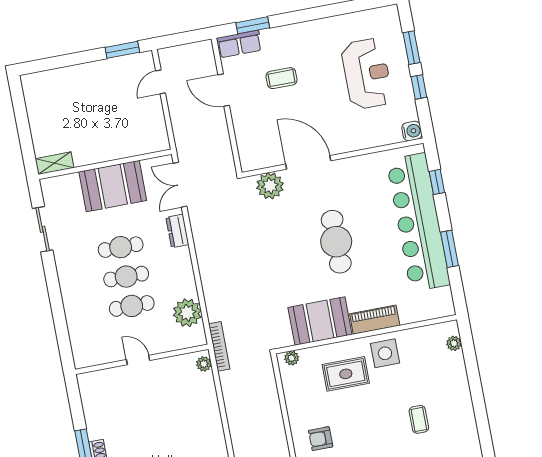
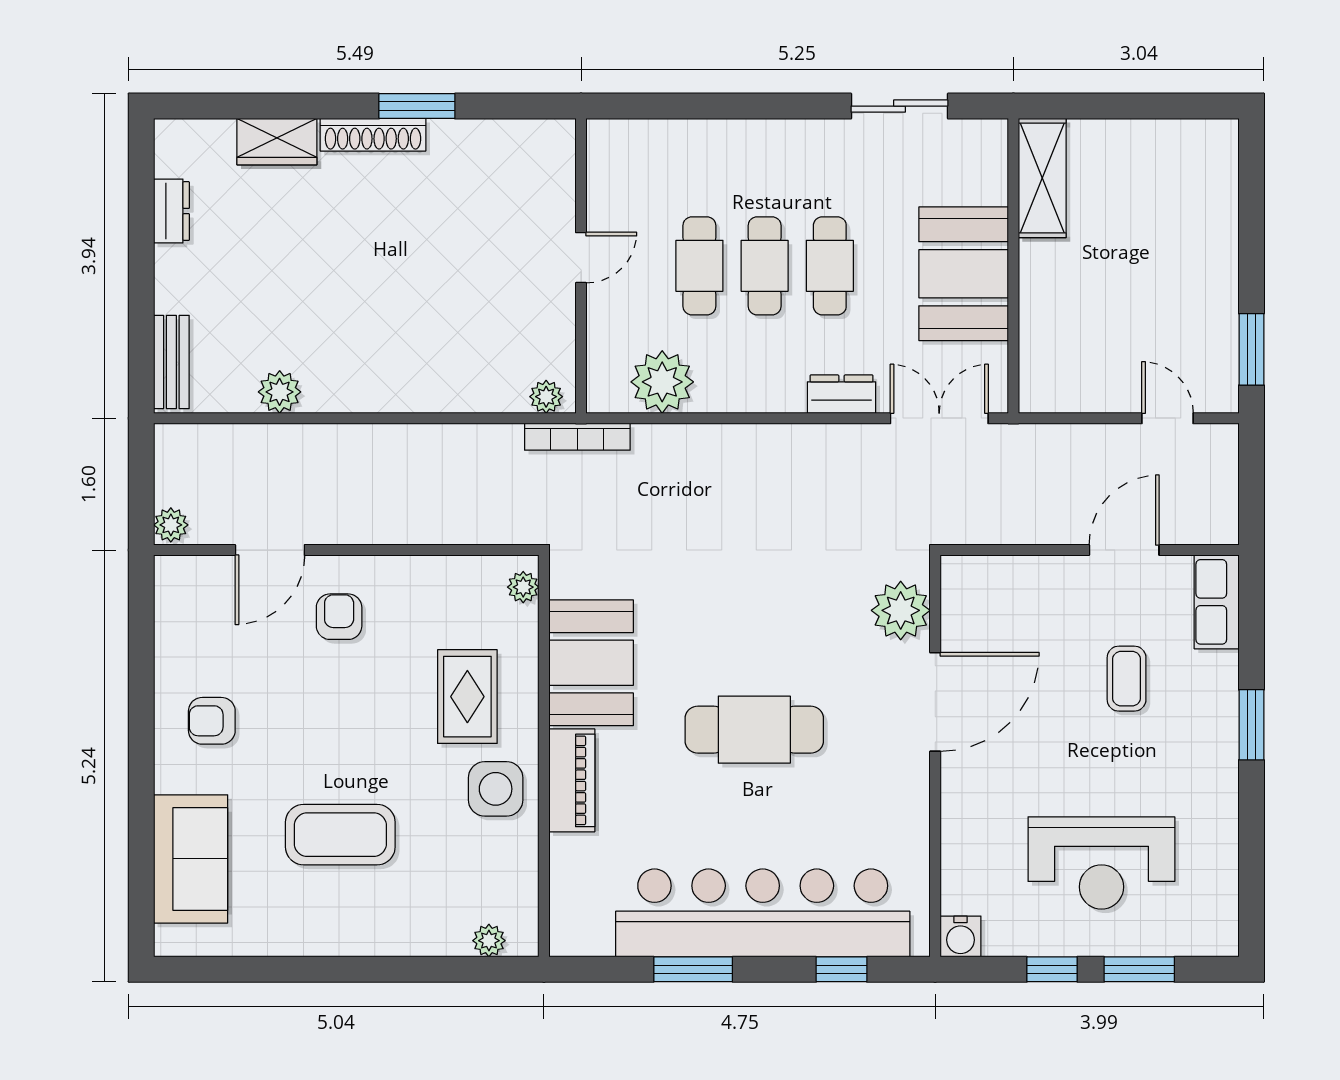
window: (253, 25) -> (1251, 725), moved
shelving: (54, 163) -> (1042, 178), width x1.50, depth x1.33
coffee table: (419, 419) -> (340, 835), width x1.86, depth x1.72

